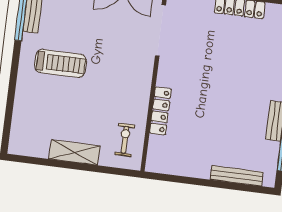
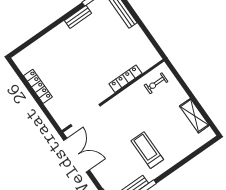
shelving: (75, 152) -> (194, 116), moved

